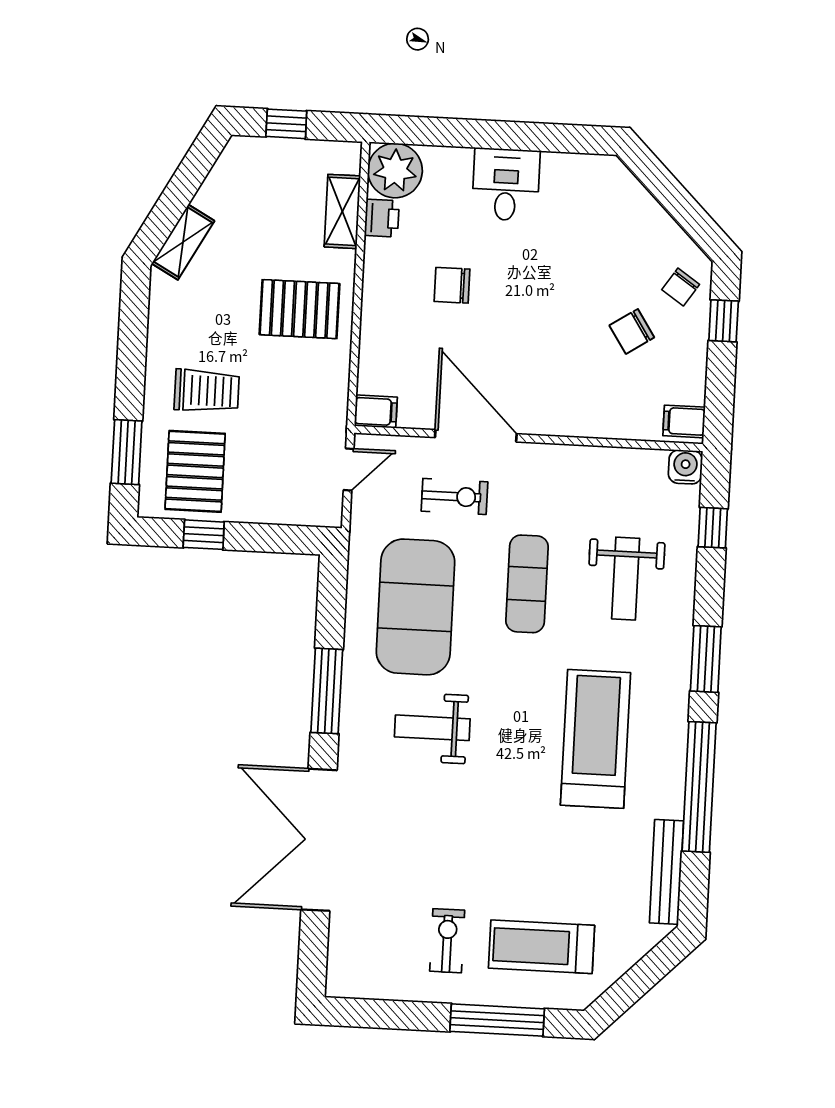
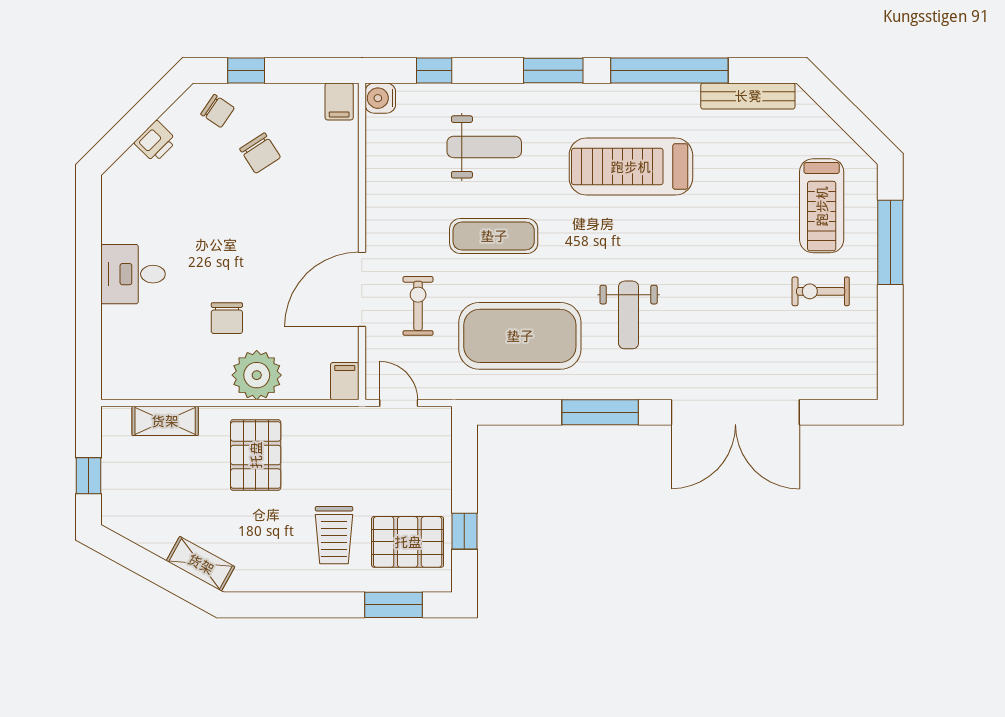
plant: (395, 171) -> (257, 375), moved
printer: (382, 218) -> (156, 142), moved, turned 135
trolley: (207, 391) -> (334, 535), turned 180

